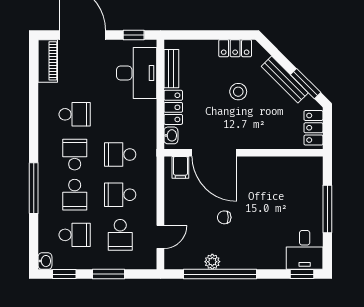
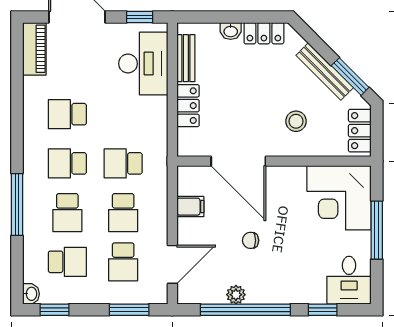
stool: (238, 92) -> (296, 121), moved
school desk: (75, 114) -> (67, 114), turned 180
washbasin: (171, 135) -> (231, 31), moved, turned 90
school desk: (75, 155) -> (67, 163), turned -90
filing cabinet: (180, 167) -> (190, 207), moved, turned -90
corner desk: (297, 183) -> (339, 198), added
school desk: (120, 195) -> (123, 213), turned -90
door: (160, 237) -> (172, 264), width x1.38
window: (109, 274) -> (129, 310), moved
window: (302, 274) -> (323, 310), moved

